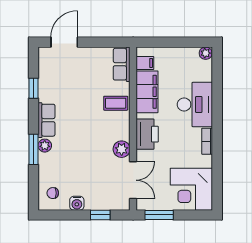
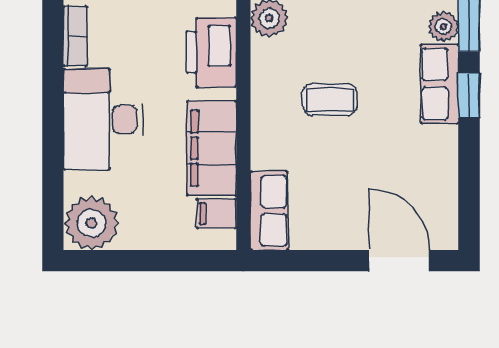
door: (64, 42) -> (399, 261), swing flipped
plant: (206, 53) -> (92, 223), width x1.87, depth x1.87
window: (33, 88) -> (469, 96), moved
coffee table: (116, 103) -> (330, 99), moved

